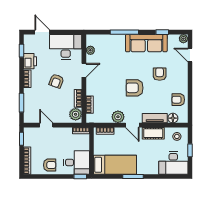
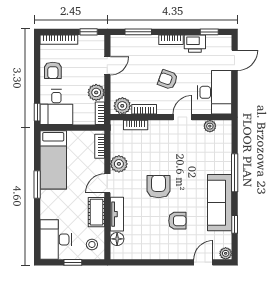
door: (84, 70) -> (182, 117), swing flipped
armchair: (178, 100) -> (142, 246), removed
plant: (66, 133) -> (96, 92), added

